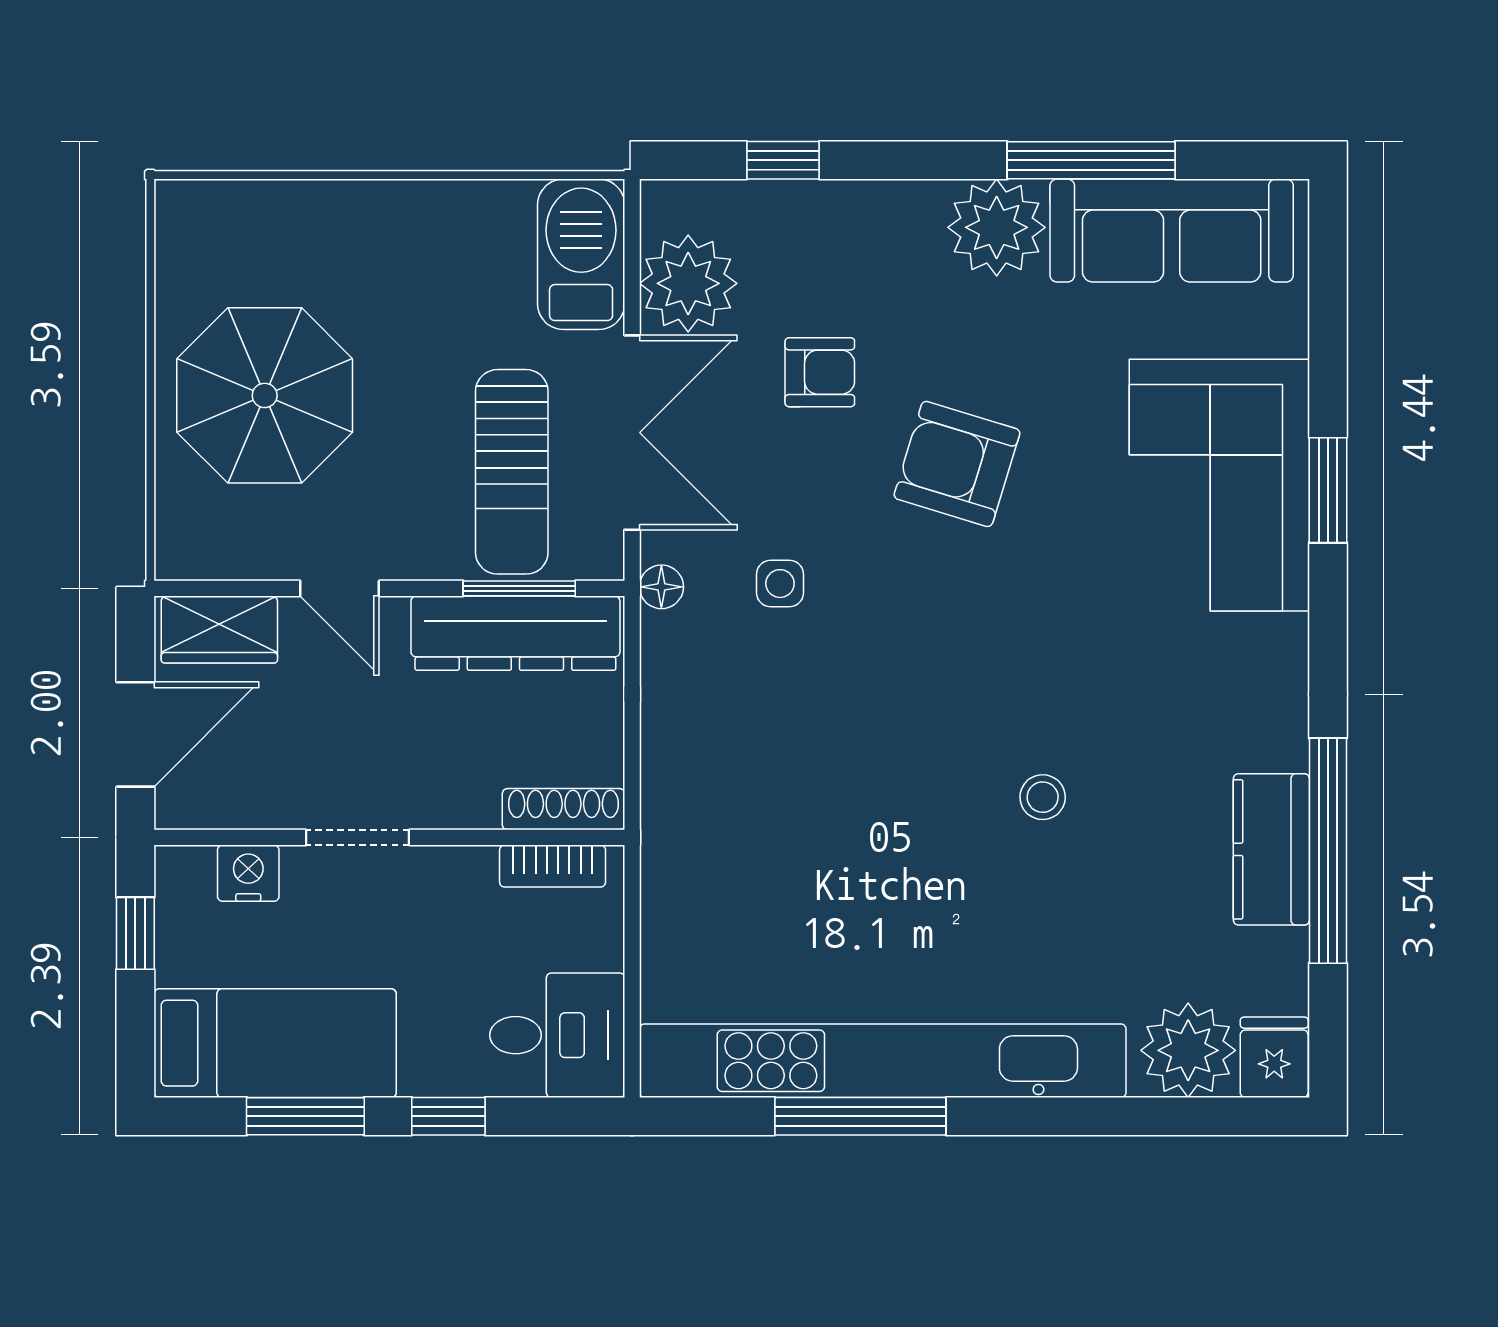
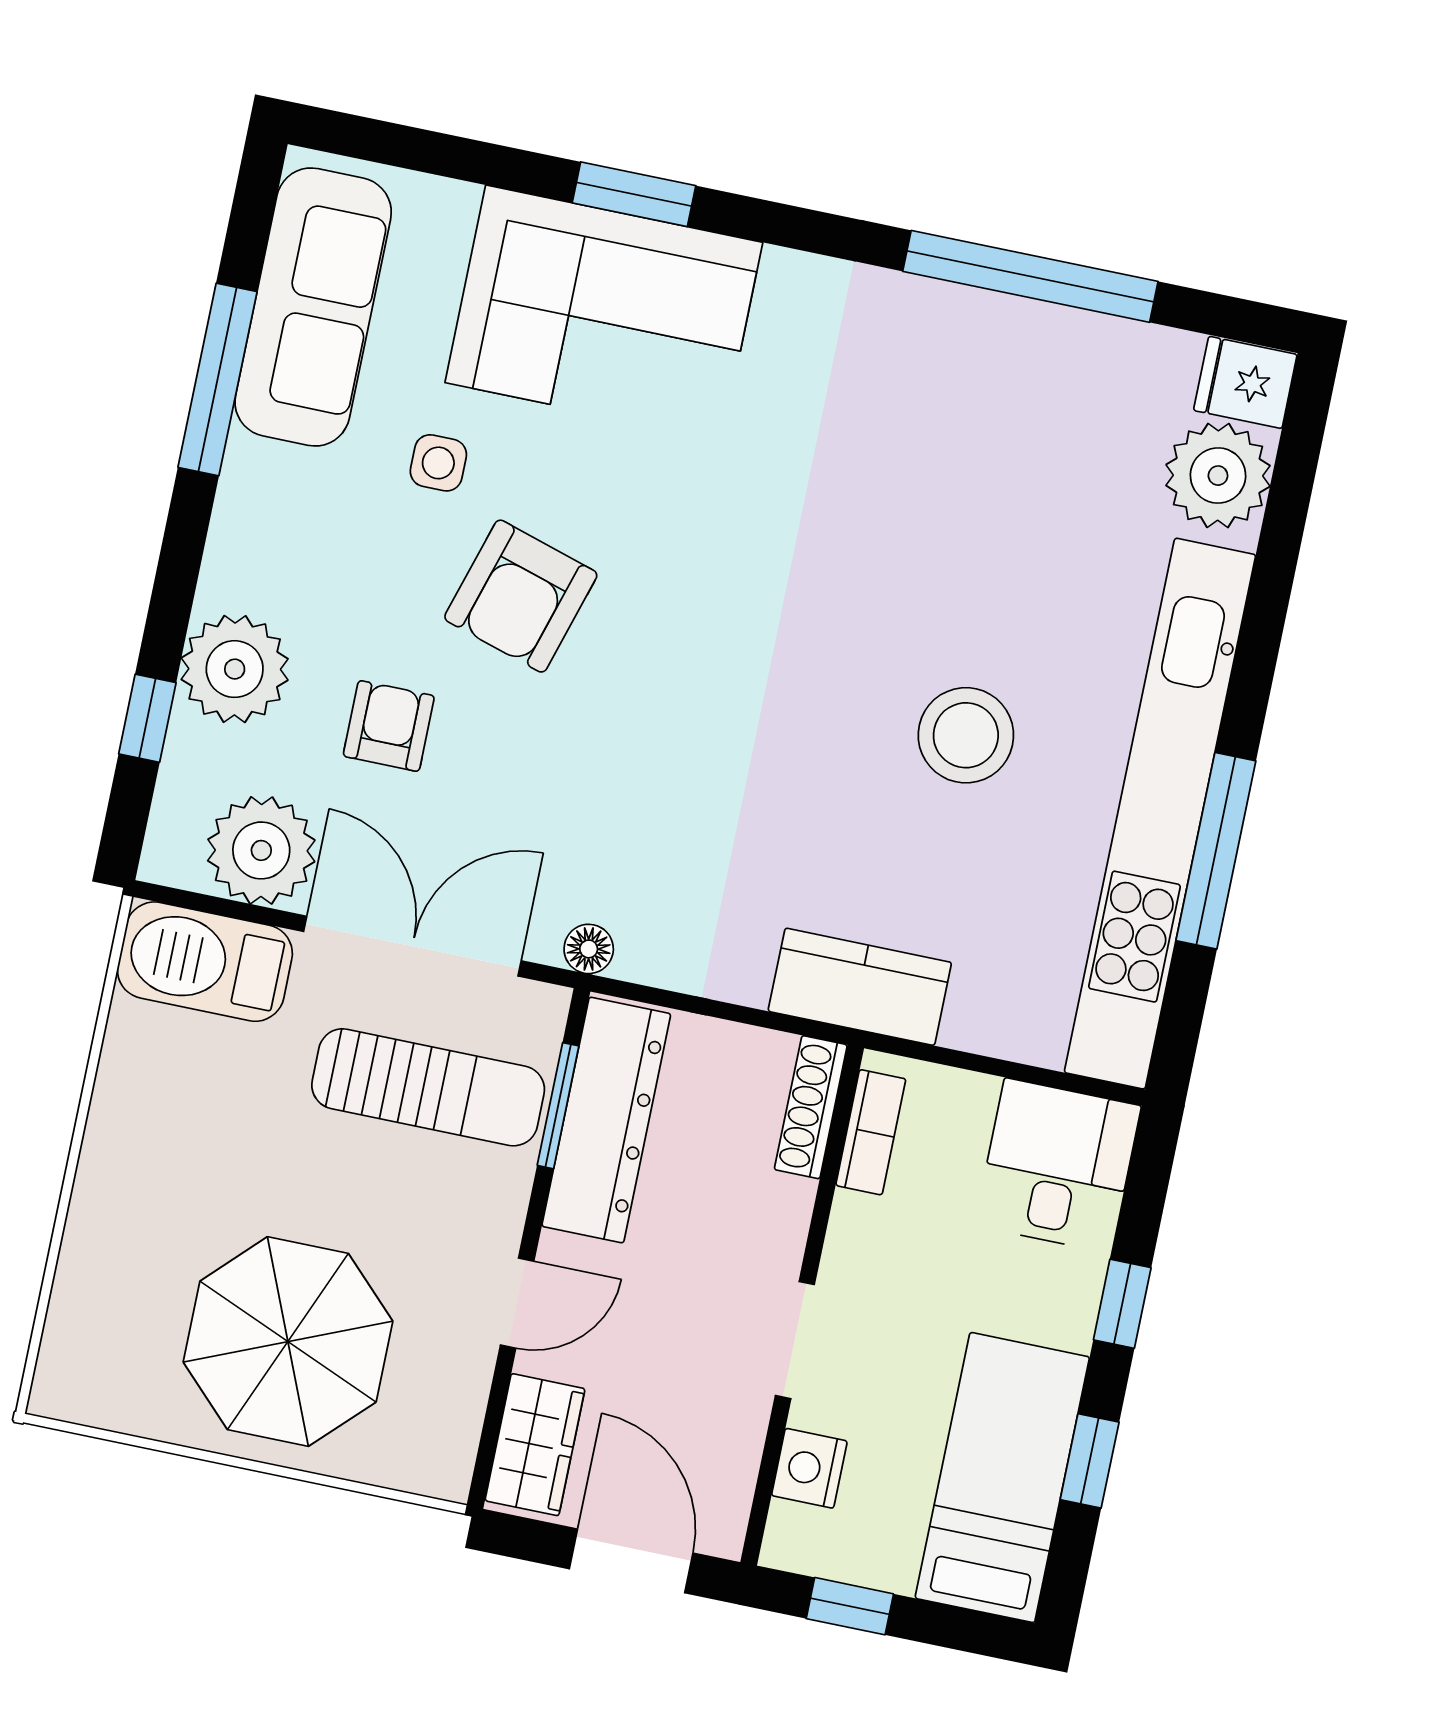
plant: (997, 227) -> (235, 669), moved
side table: (780, 584) -> (438, 463), moved
stool: (1043, 797) -> (966, 735), moved, width x1.89, depth x1.89
kitchen counter: (1271, 849) -> (860, 987), moved, turned 180
window: (305, 1116) -> (1090, 1461), width x0.67

